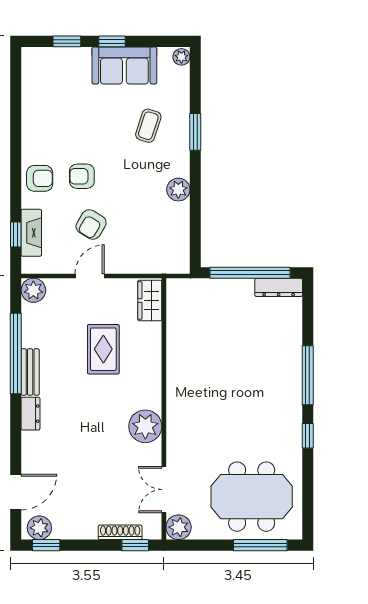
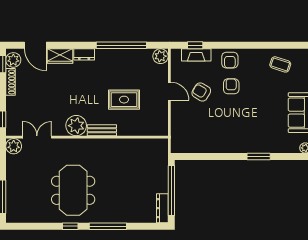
coffee table: (148, 126) -> (280, 64), moved
plant: (178, 190) -> (223, 146), removed
wardrobe: (150, 300) -> (60, 56), moved, turned 180
bench: (30, 372) -> (102, 130), moved
meeting table: (252, 497) -> (73, 190), moved
shoe rack: (120, 532) -> (10, 82), moved

